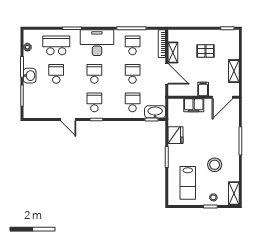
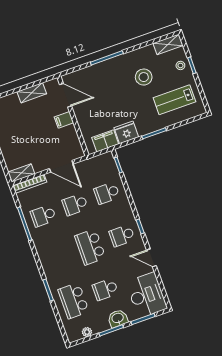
desk: (97, 43) -> (147, 295), moved, turned 180
pallet: (205, 51) -> (21, 132), removed
shelving: (173, 52) -> (21, 173), moved
school desk: (94, 74) -> (90, 247), width x1.85
door: (167, 74) -> (61, 166), swing flipped
filing cabinet: (194, 105) -> (105, 141), moved, turned -90
washbasin: (155, 112) -> (108, 164), removed
door: (68, 120) -> (151, 258), swing flipped
lab bench: (188, 183) -> (174, 100), turned 180

